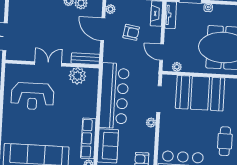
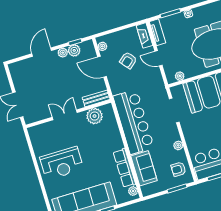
armchair: (131, 32) -> (128, 60), turned 131
door: (162, 52) -> (159, 58), moved
reception desk: (32, 96) -> (62, 163), moved
plant: (151, 123) -> (178, 145), moved

